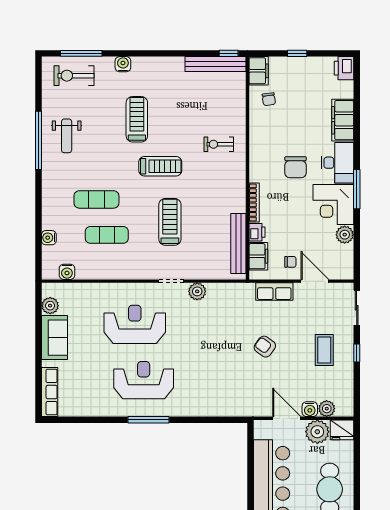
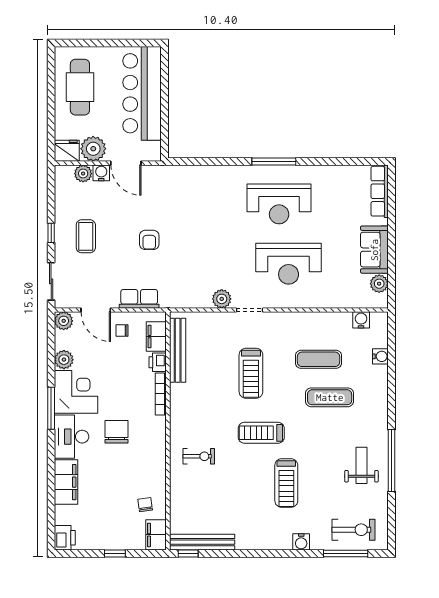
plant: (345, 271) -> (64, 321), added
armchair: (265, 347) -> (149, 240), turned 54

